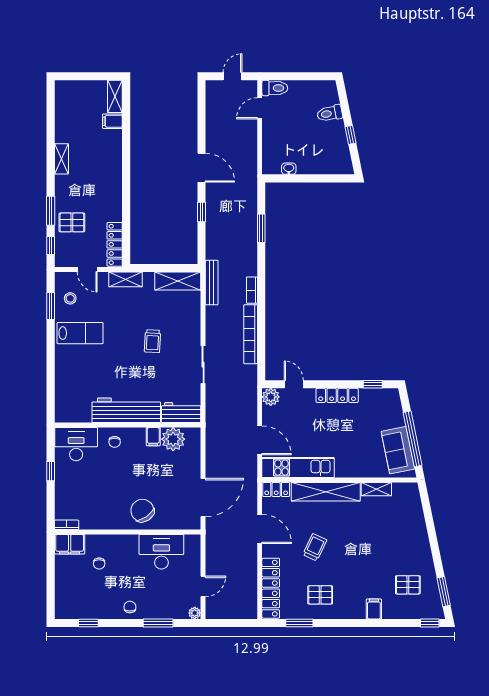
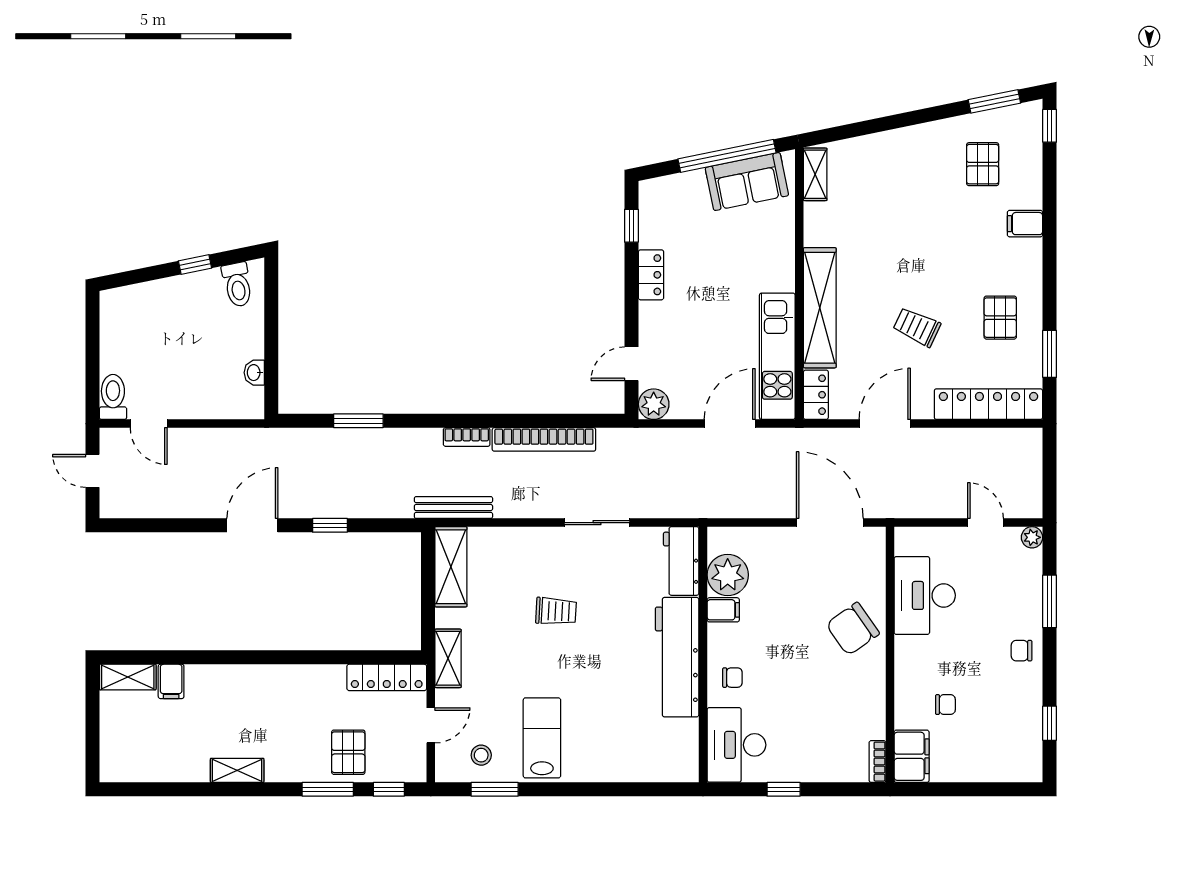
toilet: (330, 113) -> (237, 285), moved
locker: (337, 395) -> (651, 275), width x0.66
shelving: (376, 489) -> (815, 174), moved

